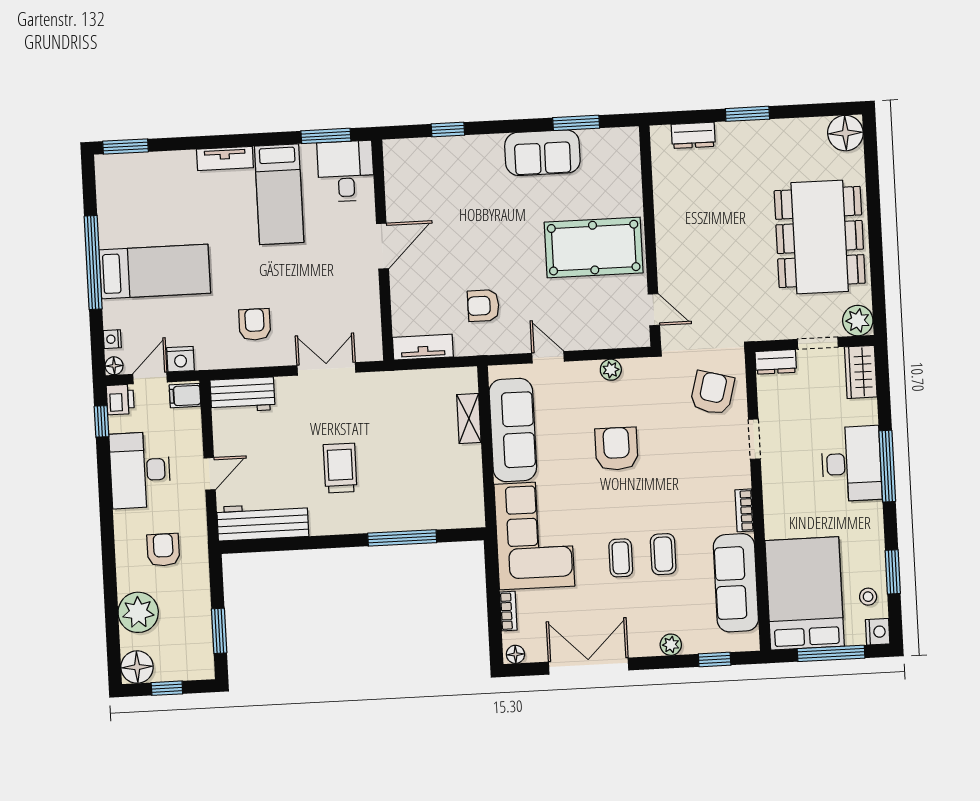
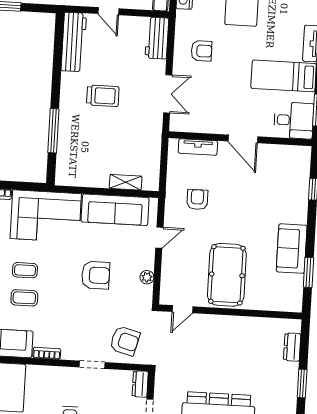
tv unit: (423, 347) -> (198, 147), moved, turned 90

